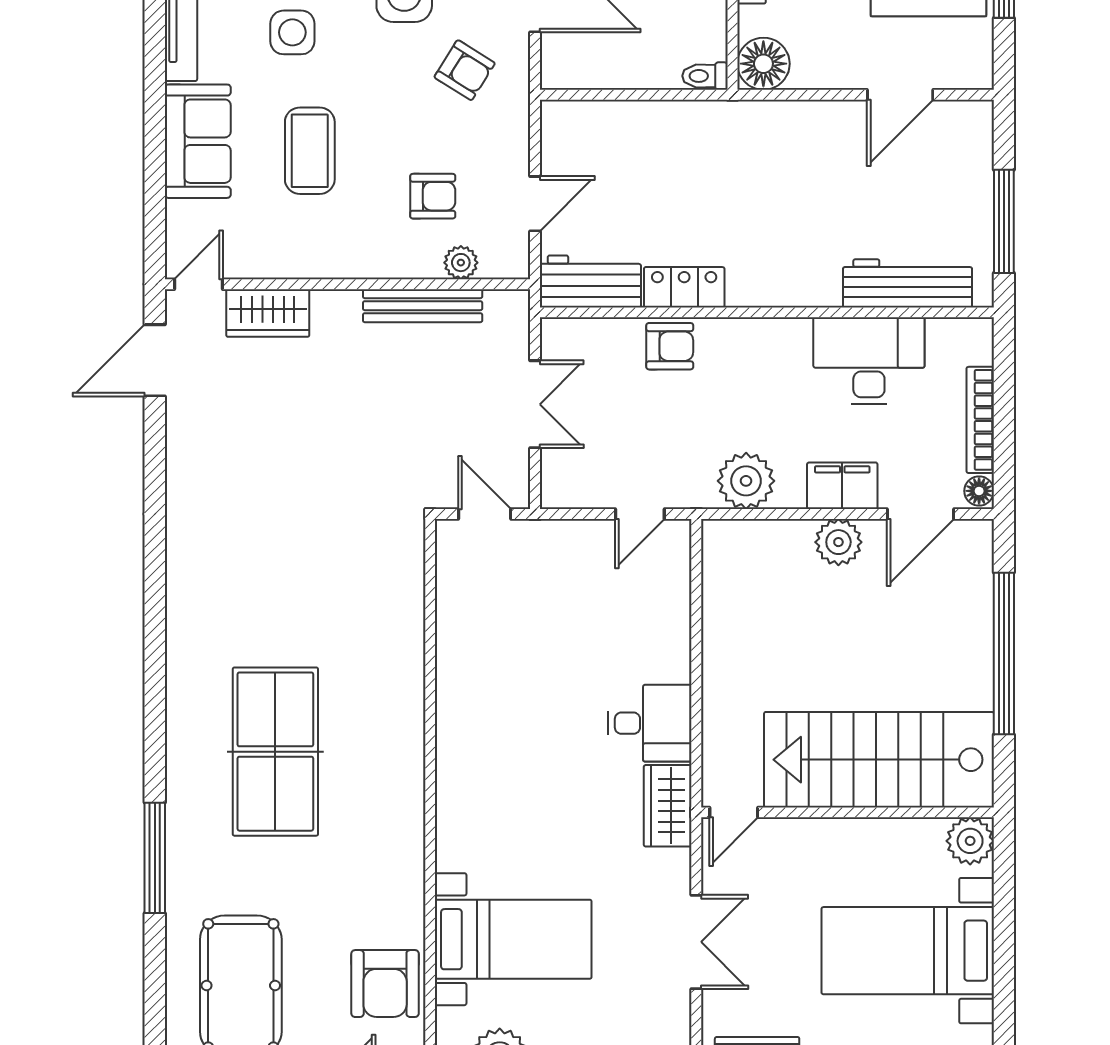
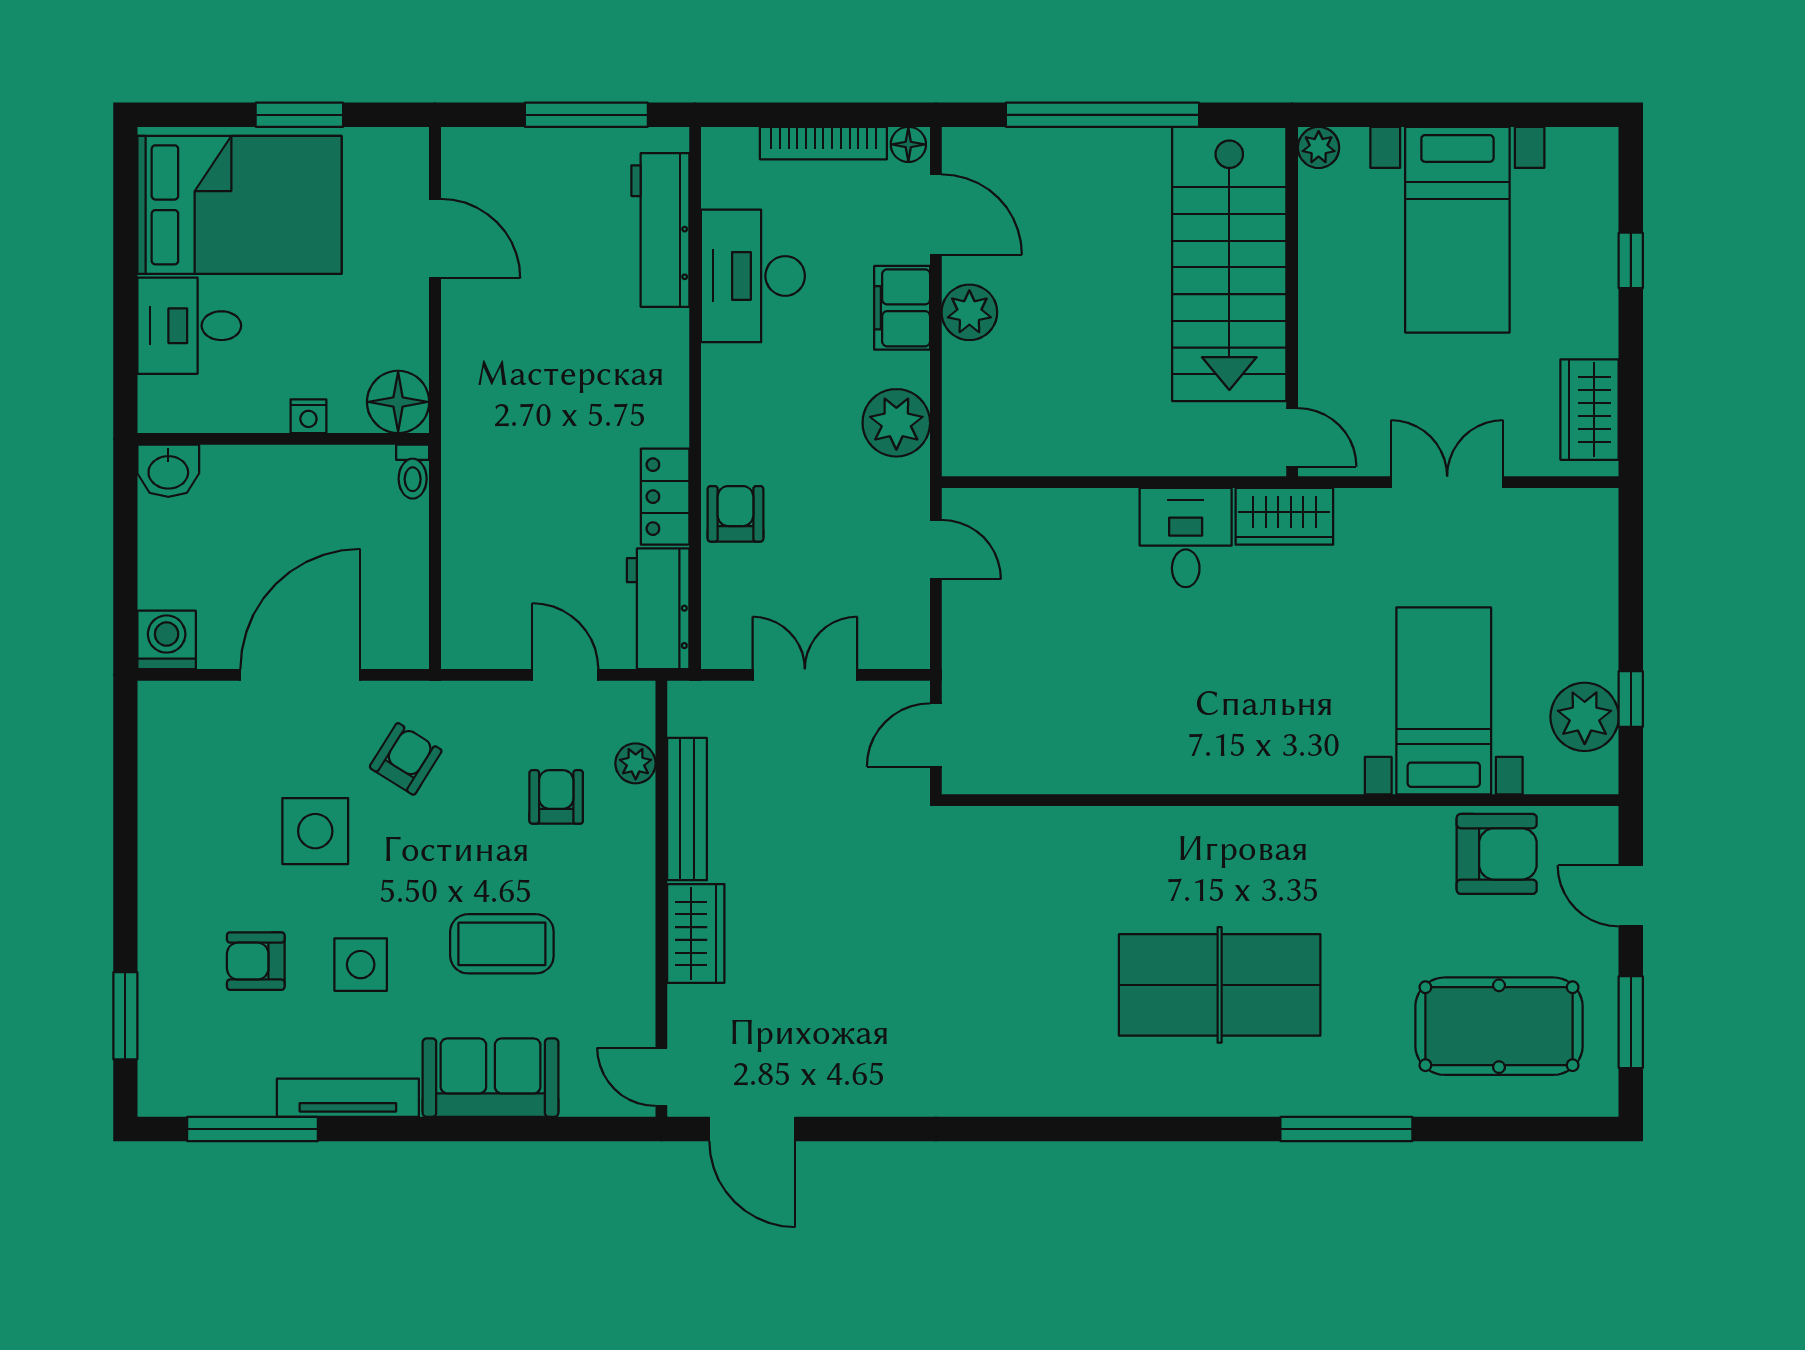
wardrobe: (268, 313) -> (696, 933), moved
plant: (970, 841) -> (1319, 147), width x0.73, depth x0.73

